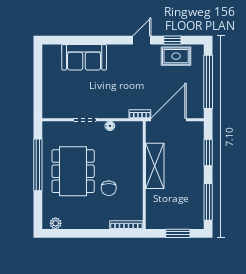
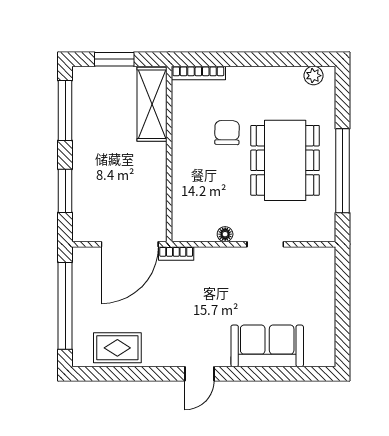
door: (142, 40) -> (199, 374), moved
window: (172, 40) -> (123, 374), removed
shelving: (155, 166) -> (152, 104), moved

